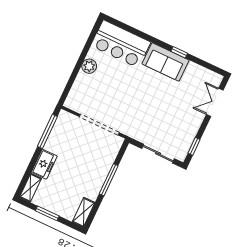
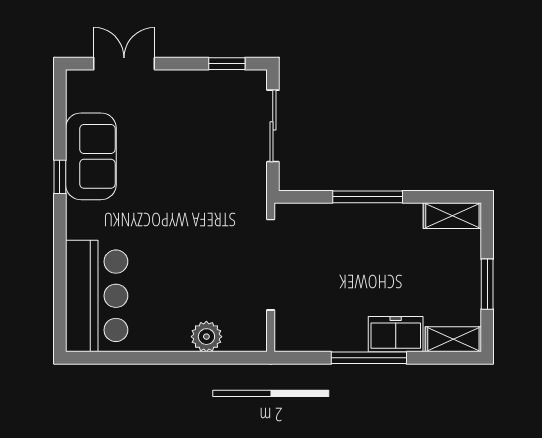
sofa: (166, 62) -> (91, 156), moved
plant: (89, 66) -> (206, 337), moved
double door: (215, 102) -> (124, 64), swing flipped
window: (47, 131) -> (369, 358), moved

